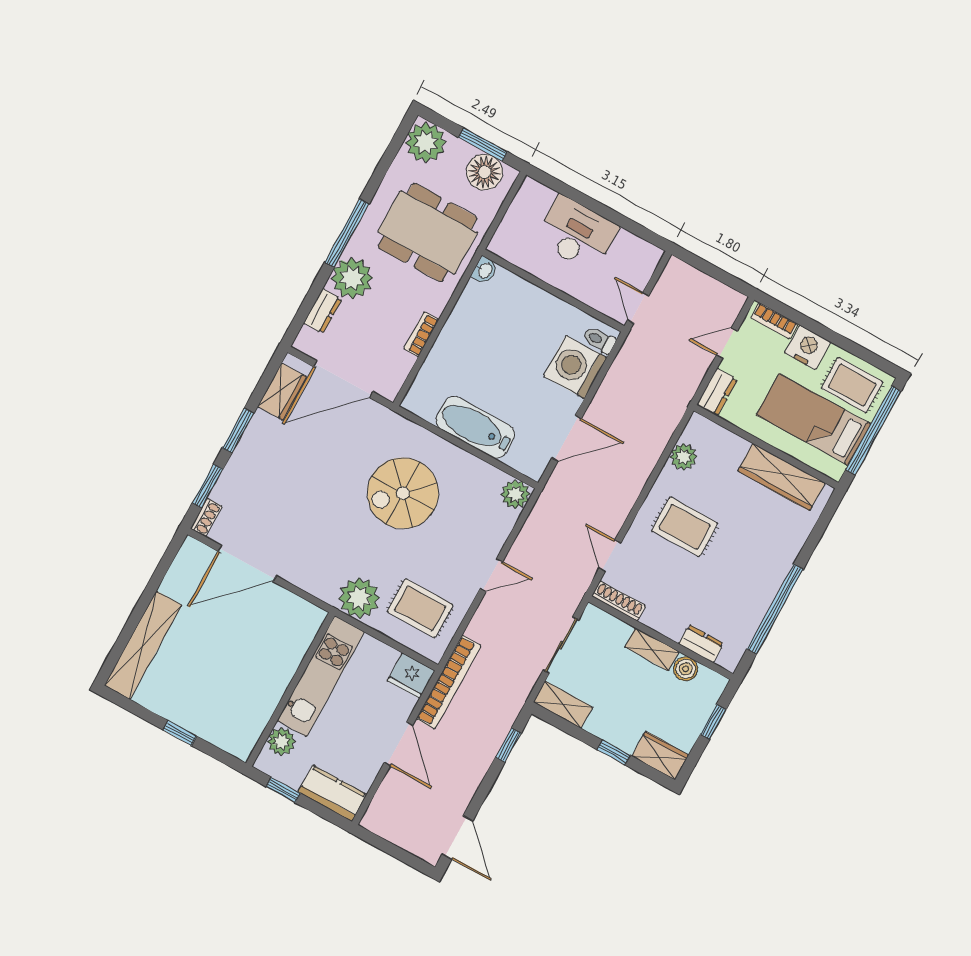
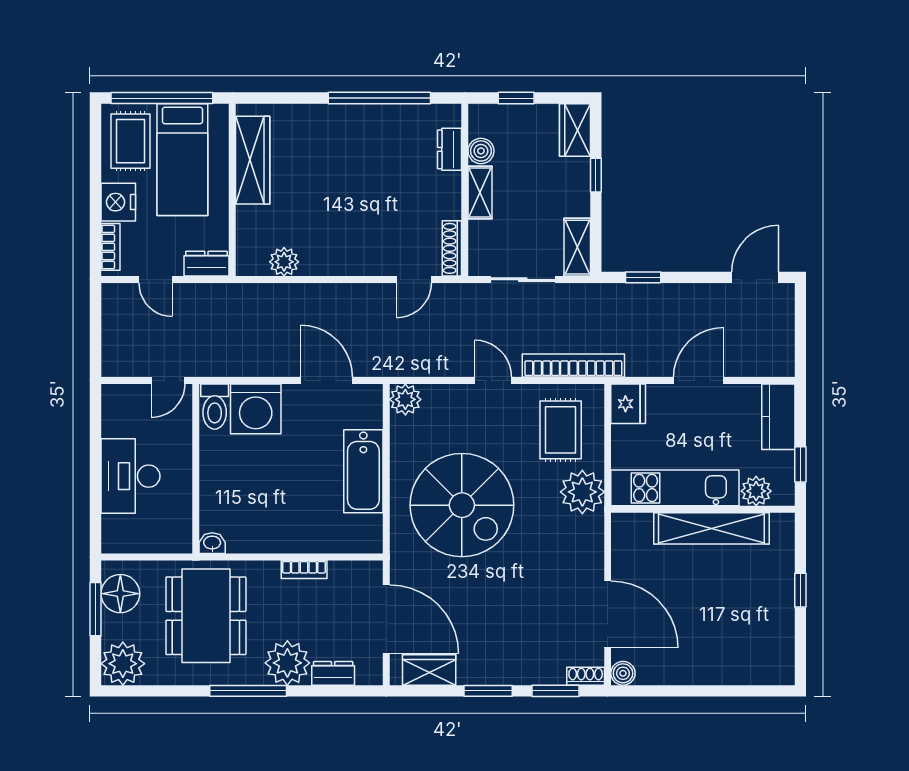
toilet: (599, 340) -> (215, 407), width x1.37, depth x1.39
spiral stairs: (403, 493) -> (462, 505), width x1.37, depth x1.37
rug: (685, 527) -> (349, 225), removed
boiler: (192, 550) -> (623, 673), added
shelving: (143, 645) -> (711, 528), moved
bookcase: (448, 682) -> (573, 366), moved

